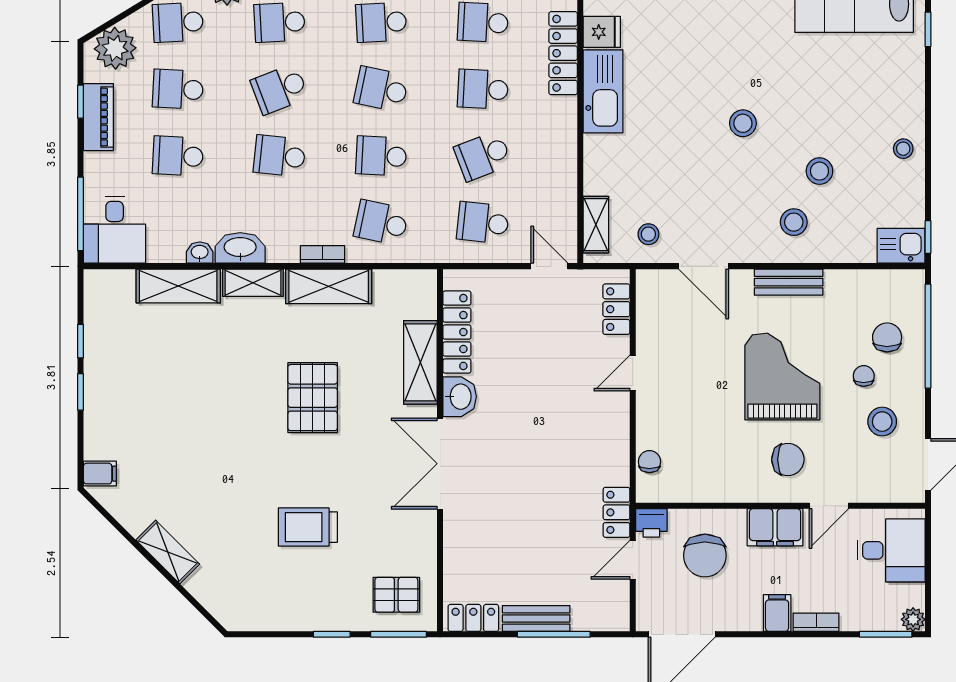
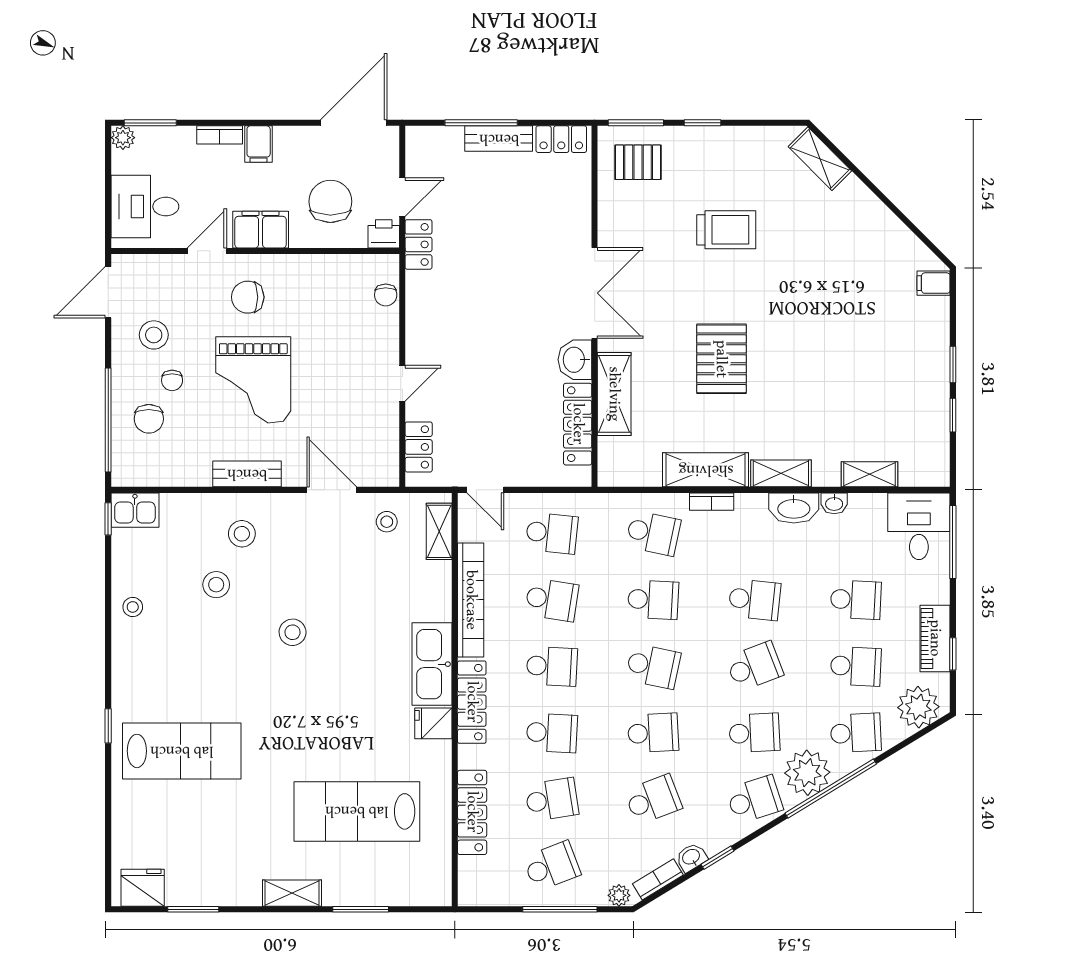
school desk: (483, 156) -> (552, 600), turned 30
bookcase: (564, 156) -> (471, 600), added
shelving: (178, 286) -> (870, 474), width x0.67, depth x0.75
shelving: (168, 552) -> (820, 159), moved

